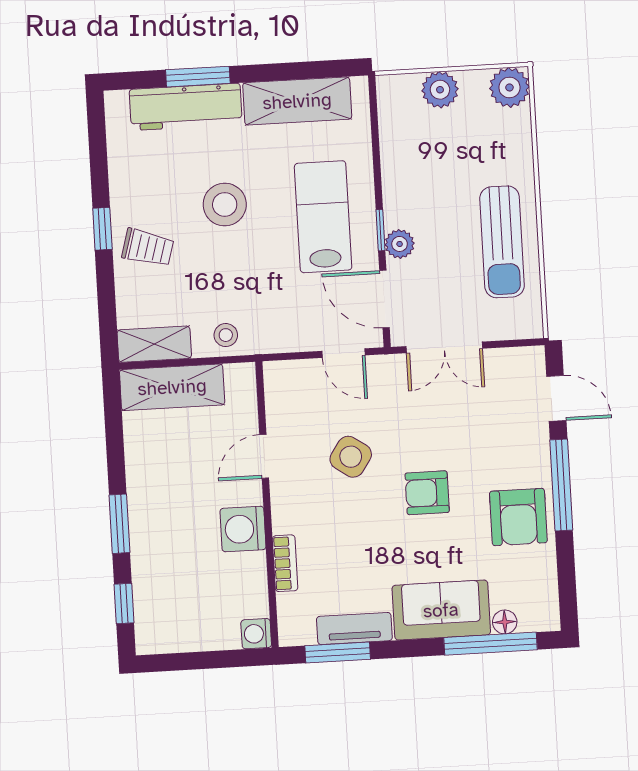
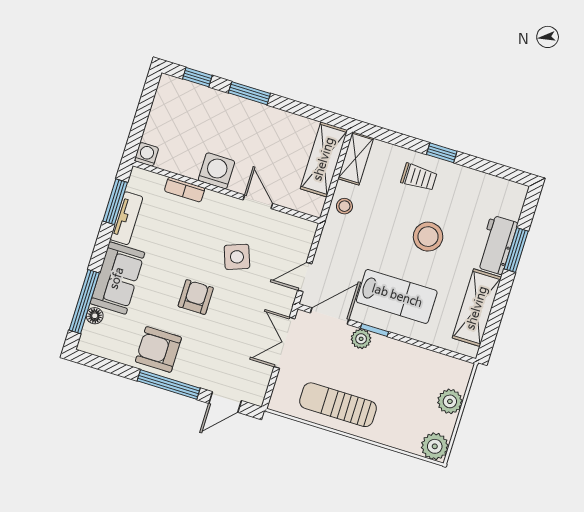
workbench: (186, 107) -> (497, 245), width x0.73
trolley: (148, 248) -> (419, 177), turned -106
side table: (351, 457) -> (237, 257), turned 36

